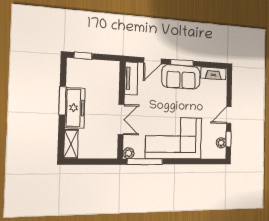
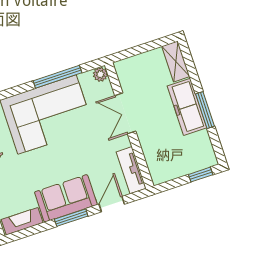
window: (145, 162) -> (57, 77), moved

